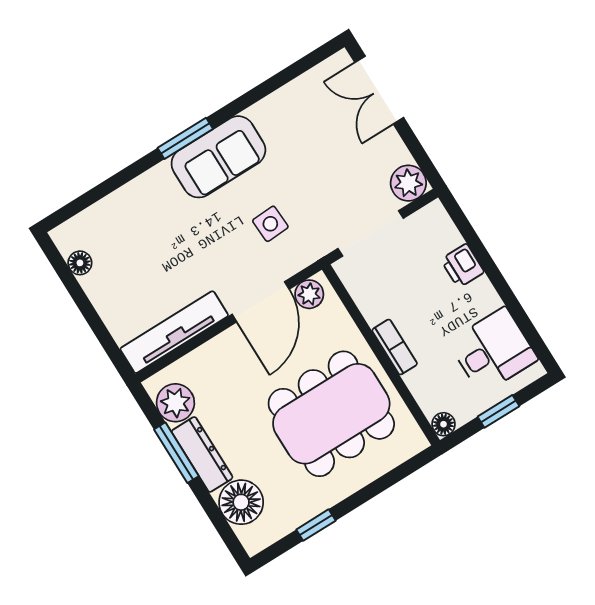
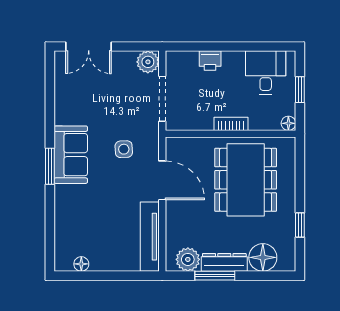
plant: (309, 294) -> (174, 152), removed

